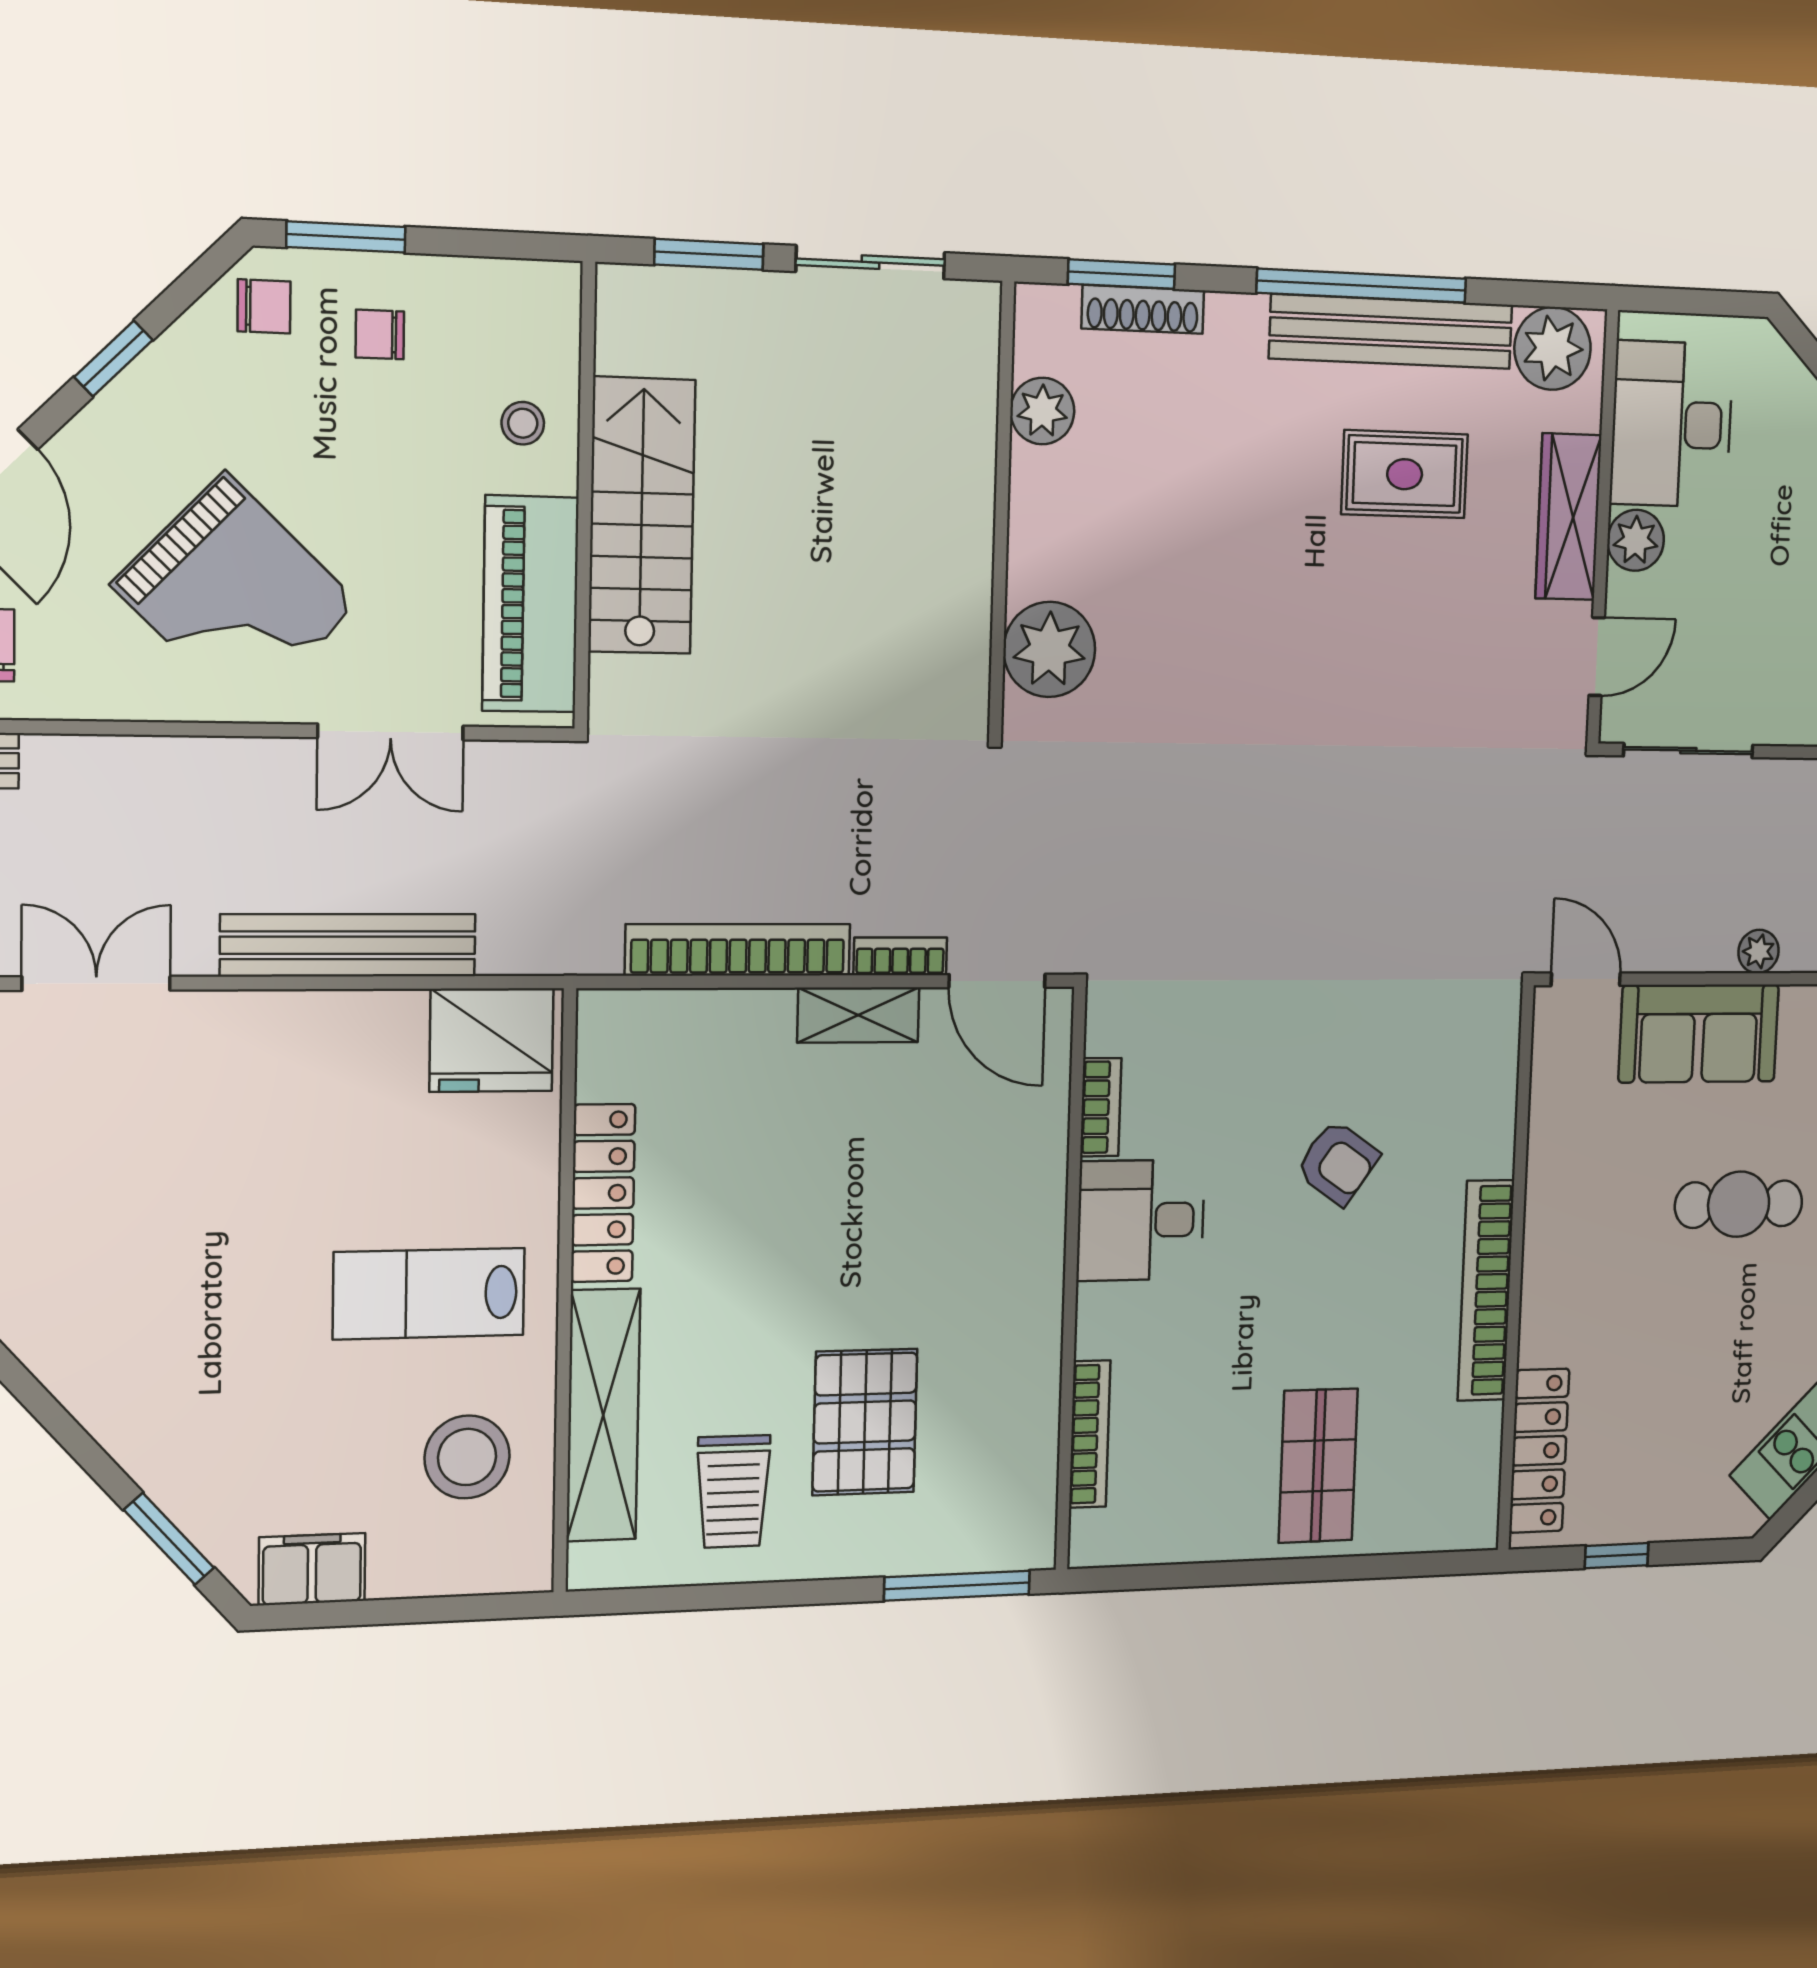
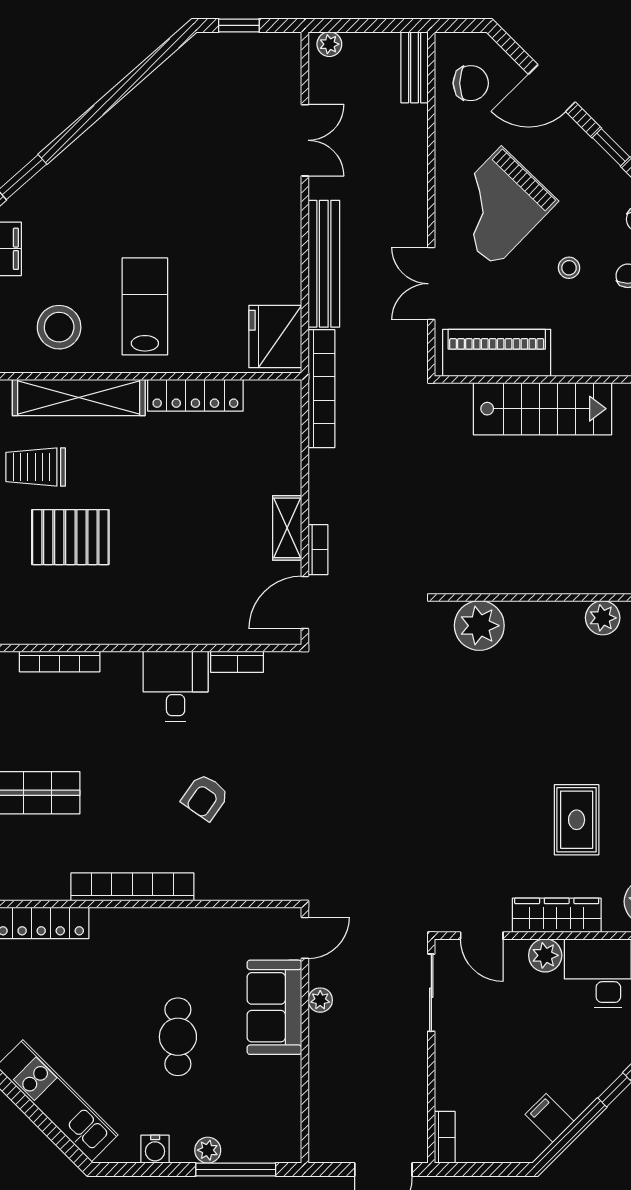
stool: (523, 423) -> (569, 268), moved
bookcase: (738, 950) -> (321, 389), moved
plant: (1759, 951) -> (320, 1000), moved

